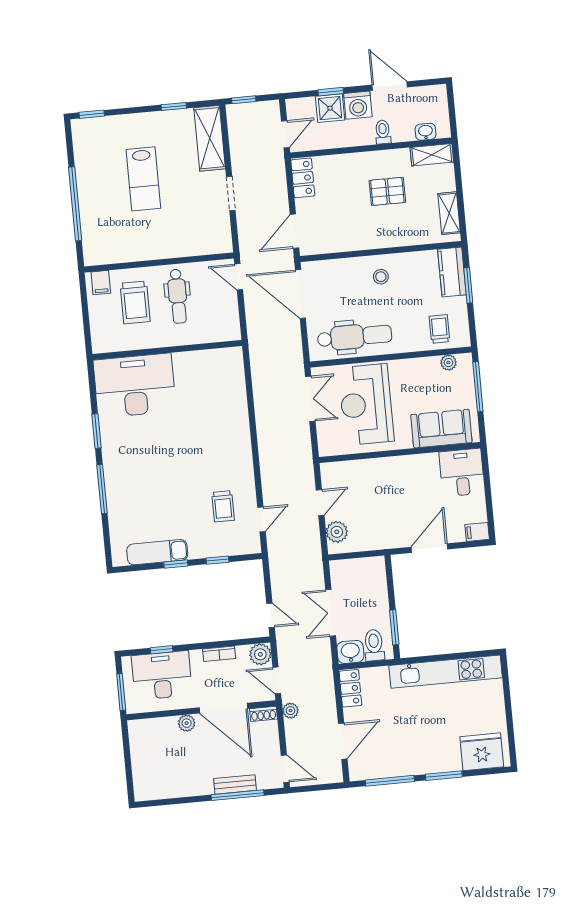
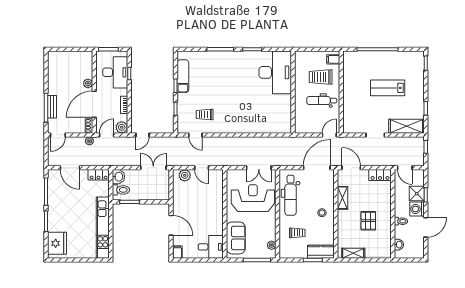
shelving: (432, 155) -> (343, 198), moved
trolley: (439, 329) -> (297, 233), moved
double door: (331, 613) -> (153, 168), moved

